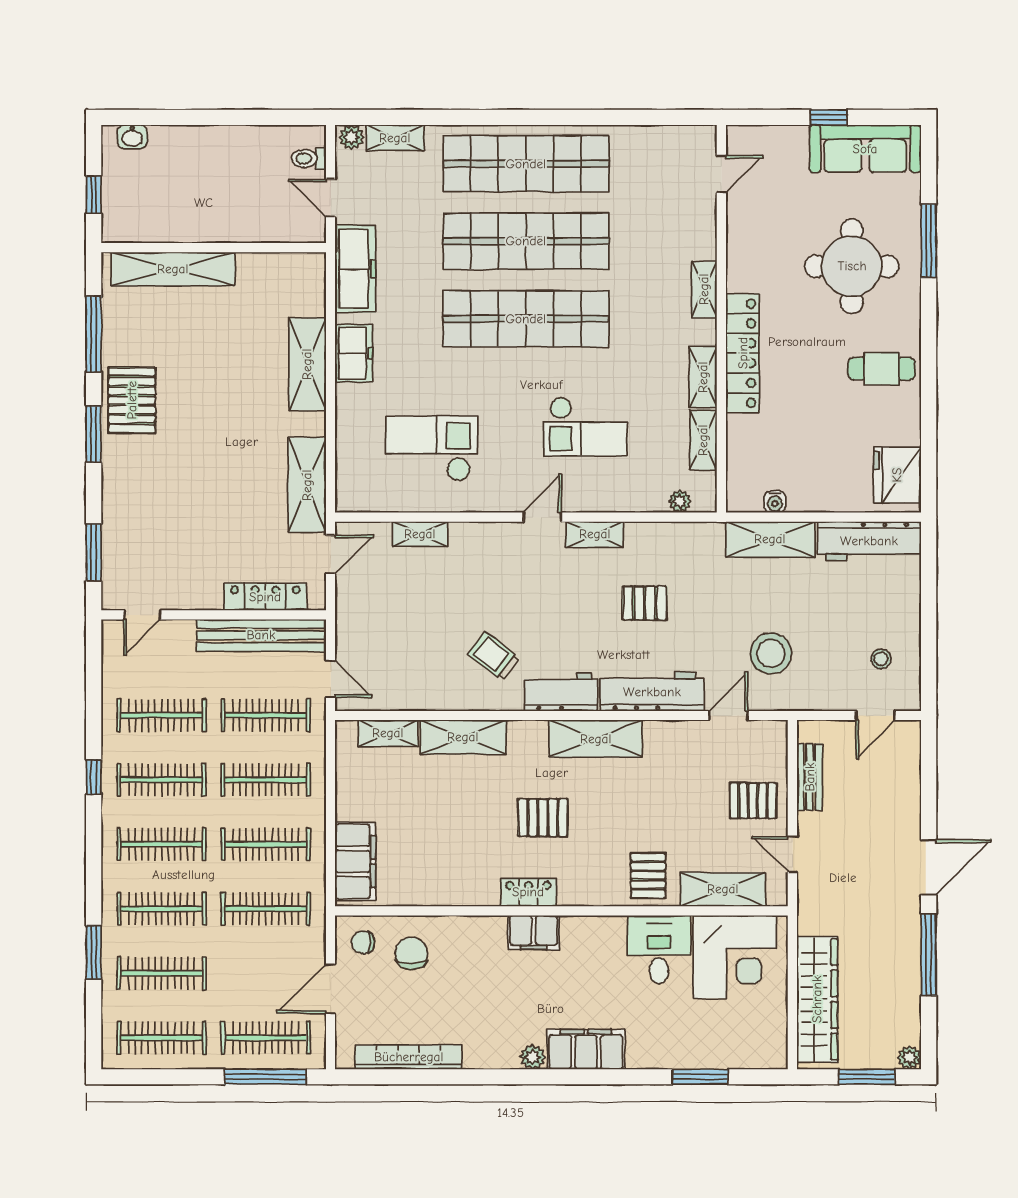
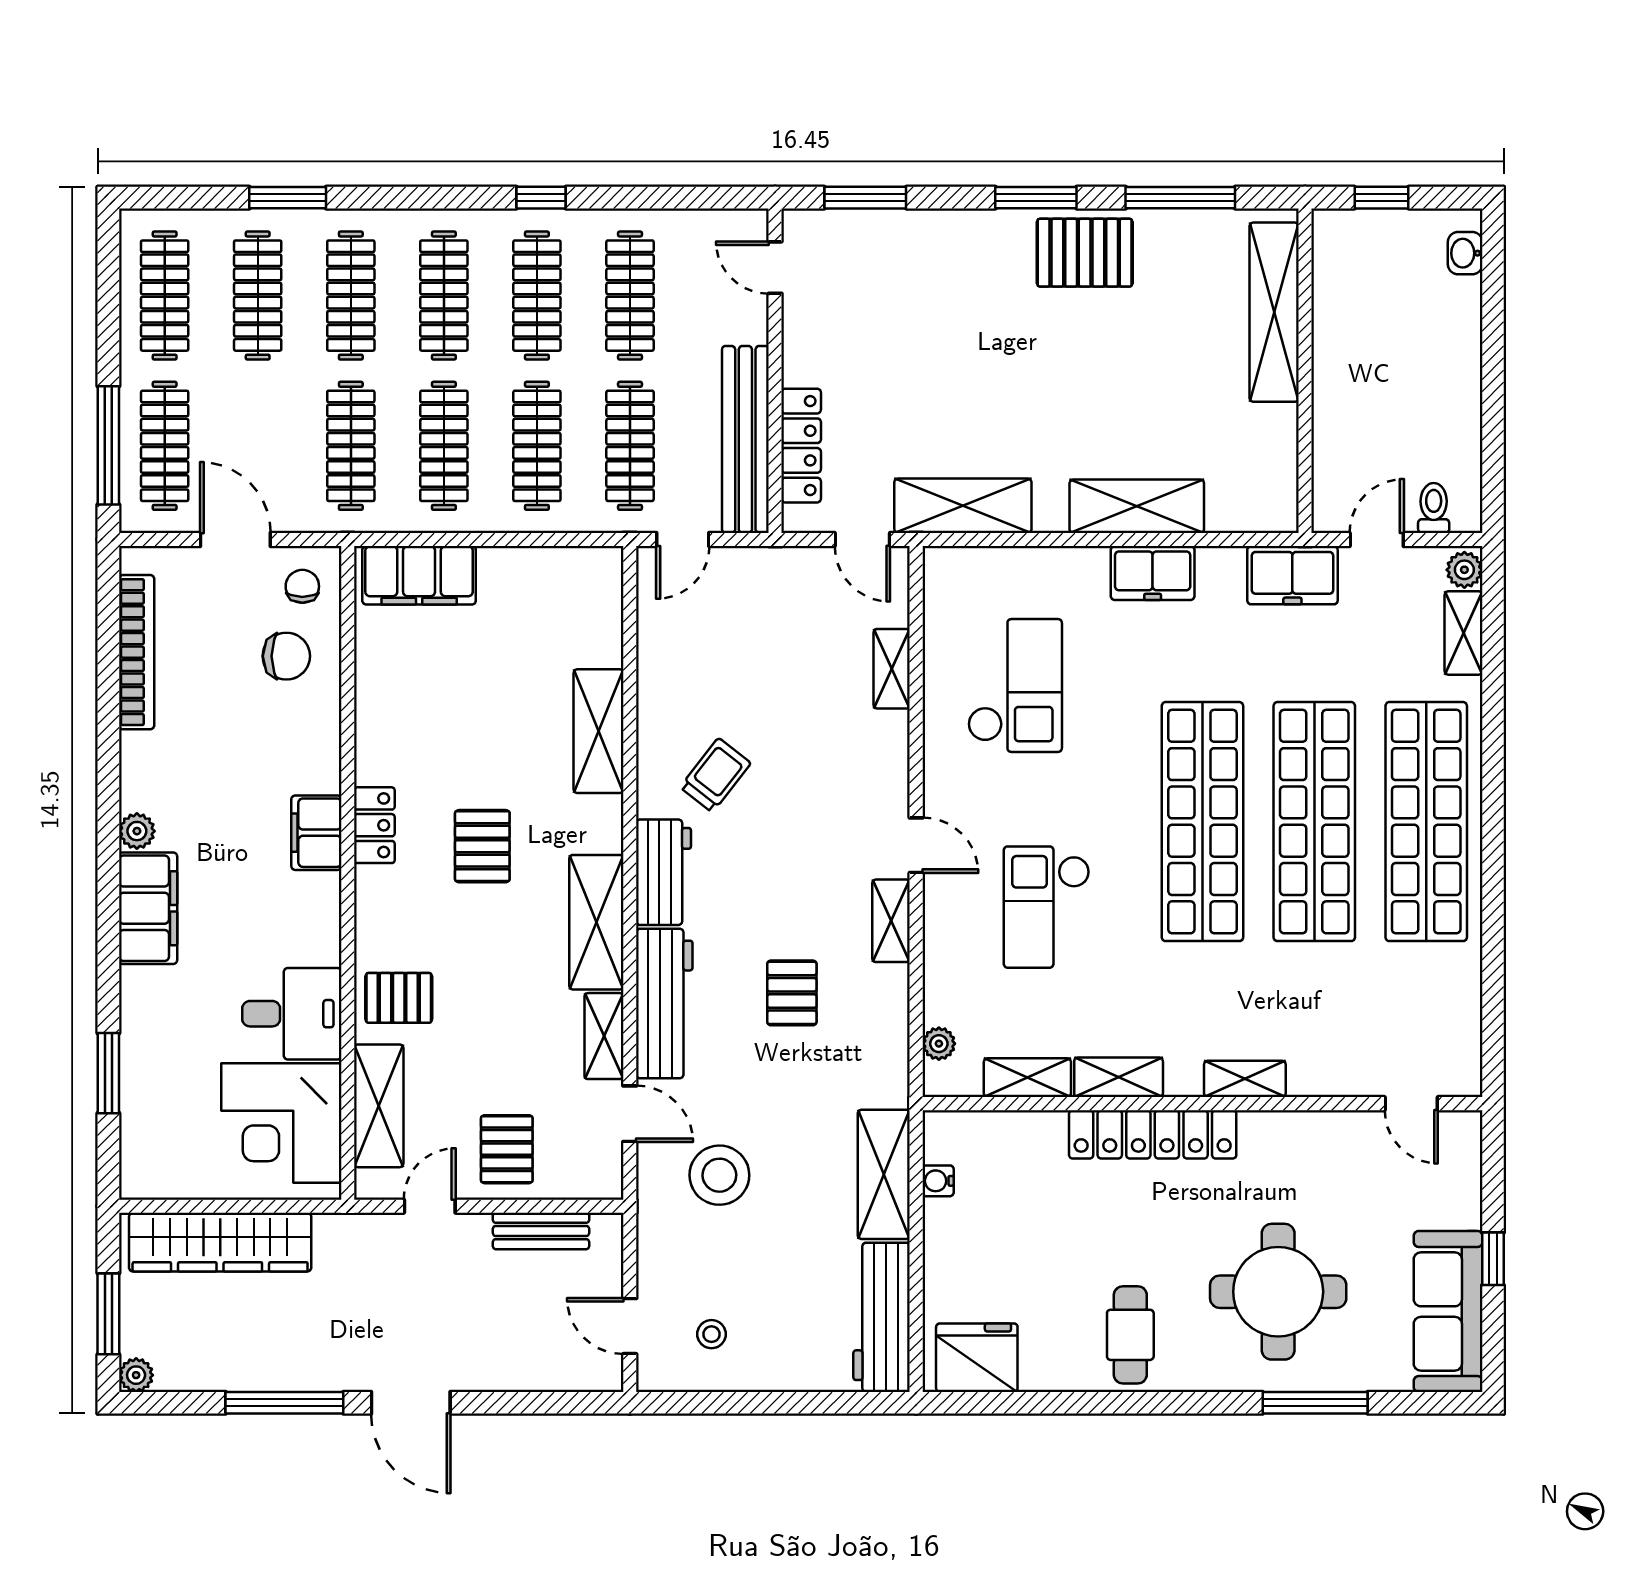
freezer: (355, 269) -> (1292, 575), width x0.71
shelving: (388, 733) -> (604, 1036), moved

